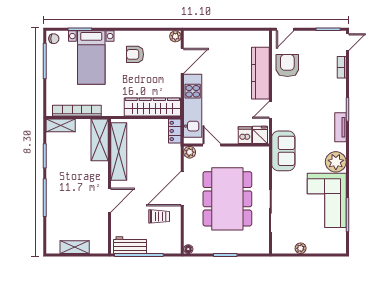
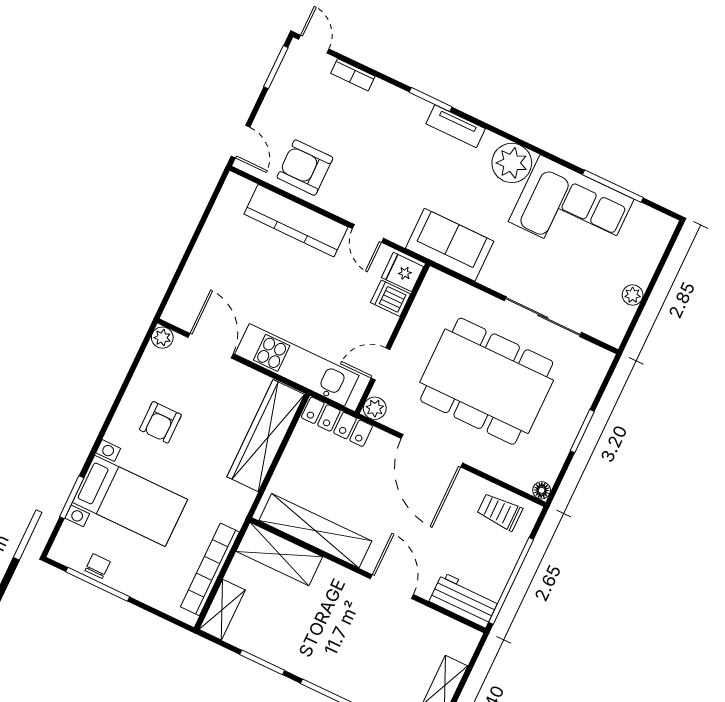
chair: (54, 39) -> (98, 566), moved
locker: (175, 131) -> (337, 422), width x1.53
trolley: (159, 216) -> (500, 512), moved, turned -90
workbench: (130, 245) -> (464, 600), moved, turned 90

